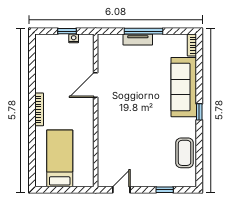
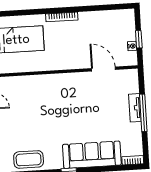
door: (96, 85) -> (103, 69), moved

